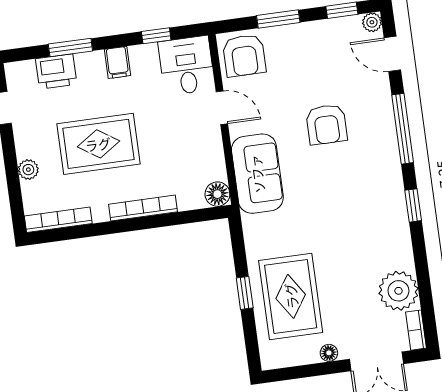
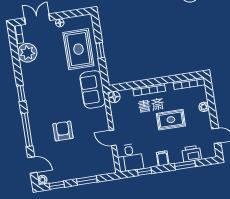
armchair: (244, 55) -> (103, 163), removed
rug: (98, 144) -> (171, 120), width x0.73, depth x0.70
sofa: (257, 174) -> (93, 89), moved

